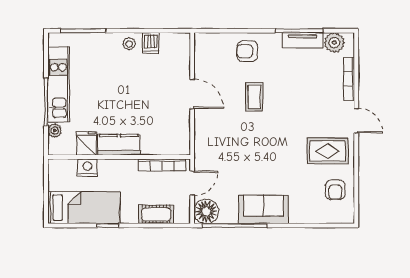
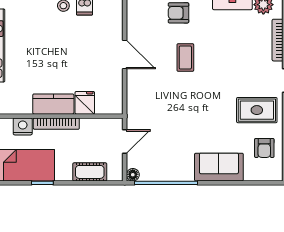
fridge: (87, 143) -> (85, 103), moved
bookcase: (162, 165) -> (56, 124), moved
sofa: (263, 209) -> (219, 167), moved
floor lamp: (206, 211) -> (133, 175), width x0.53, depth x0.53

